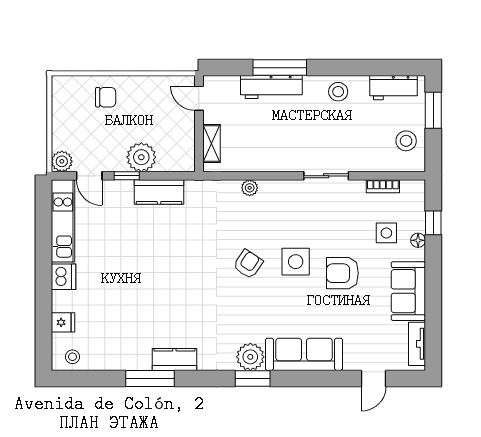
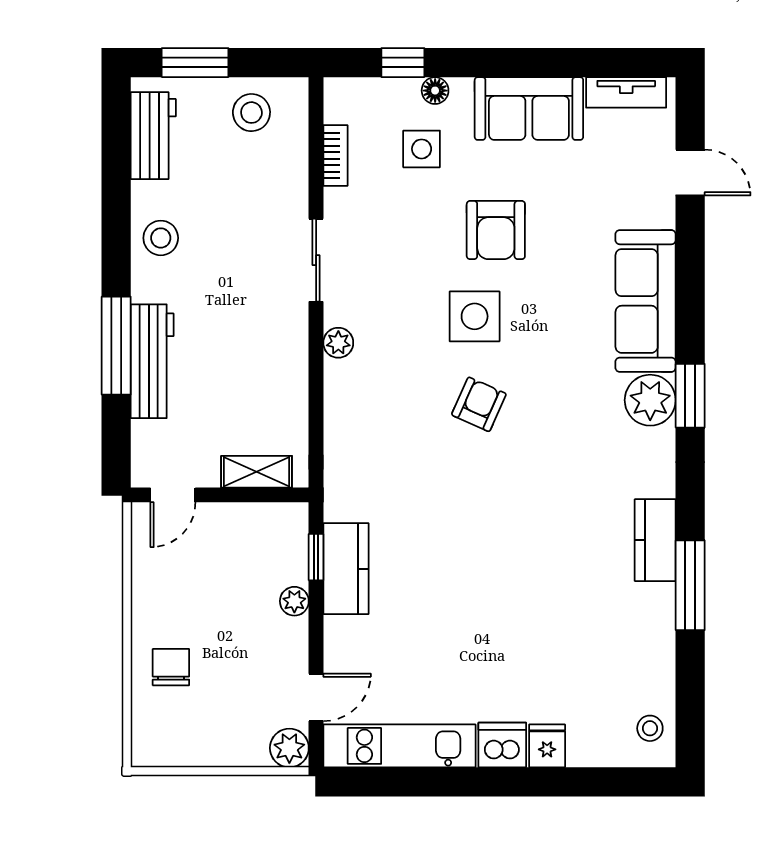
plant: (141, 157) -> (294, 601), width x0.53, depth x0.53
window: (127, 176) -> (316, 557), moved
plant: (250, 188) -> (338, 343), moved
armchair: (248, 264) -> (479, 404), turned 80
fridge: (63, 322) -> (547, 746), moved

